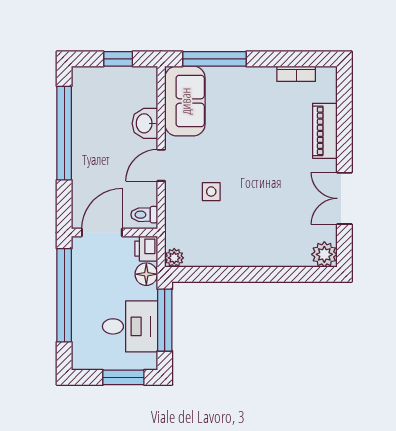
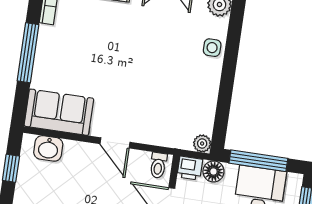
window: (214, 59) -> (28, 53), moved
washbasin: (145, 123) -> (48, 148), moved
side table: (211, 192) -> (212, 48), moved

